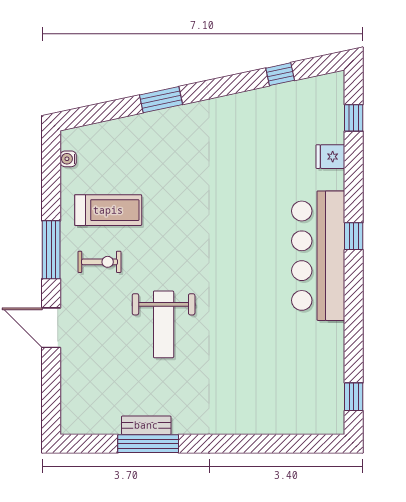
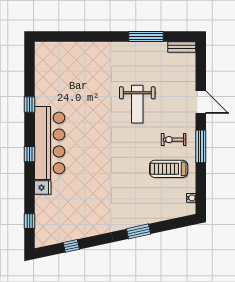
fridge: (330, 157) -> (43, 188), moved
weight bench: (164, 324) -> (137, 104), turned 180
window: (354, 397) -> (30, 104), moved
bench: (146, 425) -> (182, 47), moved

